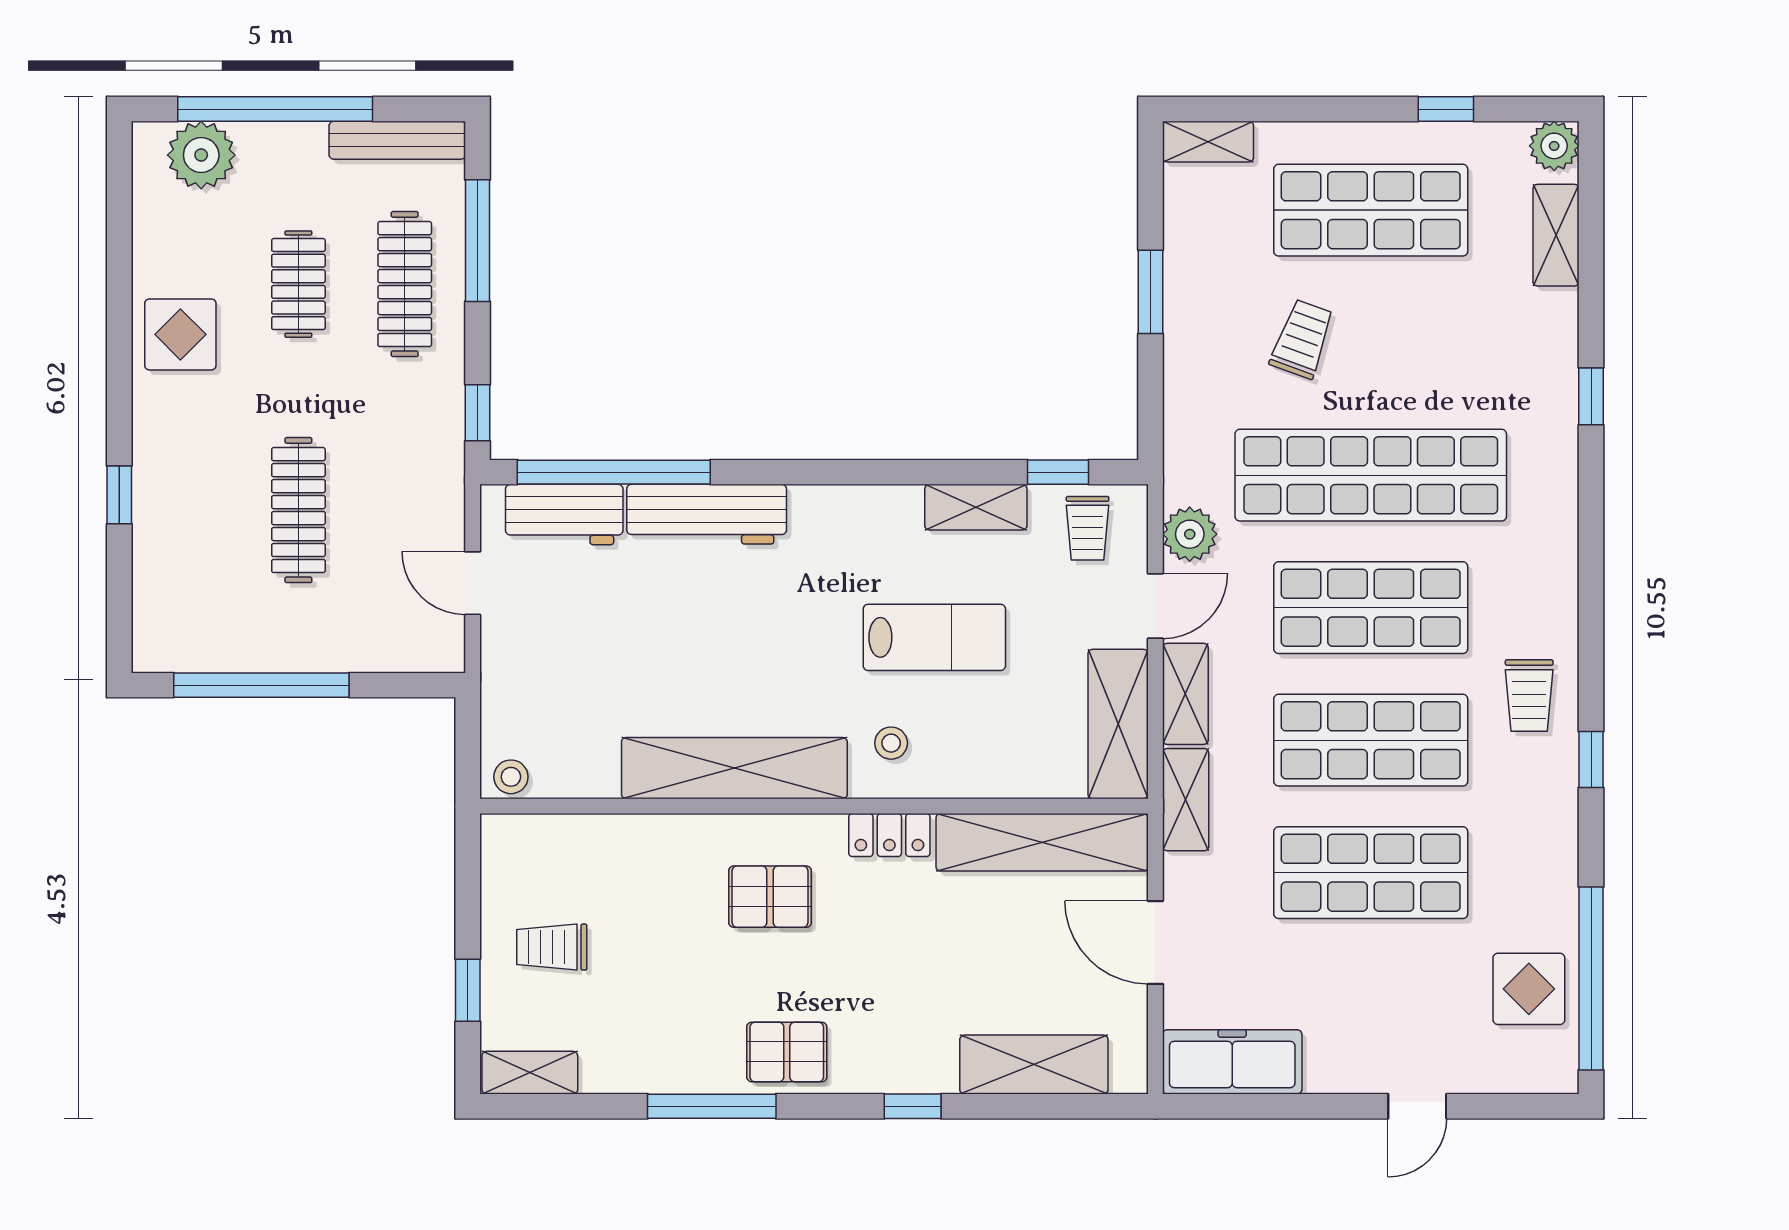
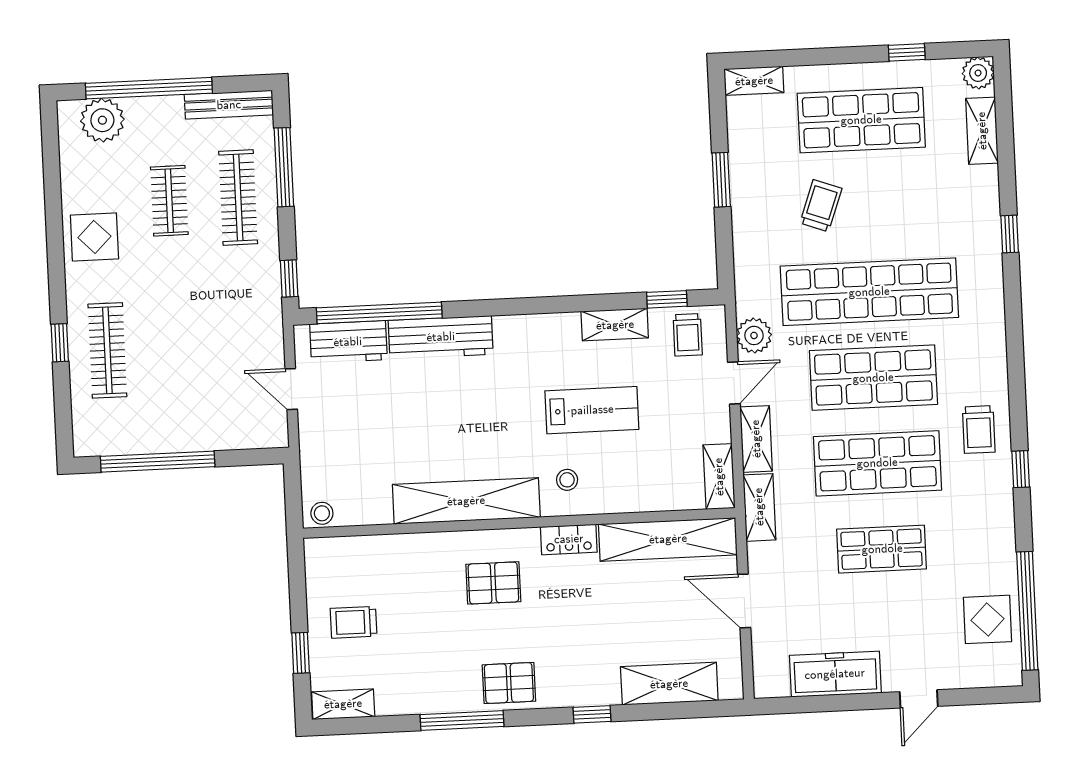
clothes rail: (298, 510) -> (107, 350), moved
shelving: (1118, 724) -> (719, 477), width x0.67, depth x0.75
shop shelf: (1371, 873) -> (882, 549), width x0.70, depth x0.74
freezer: (1232, 1062) -> (835, 674), moved

